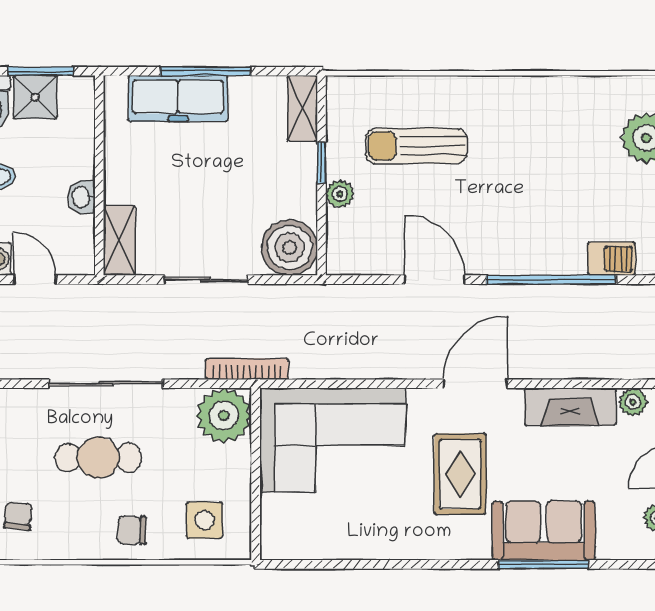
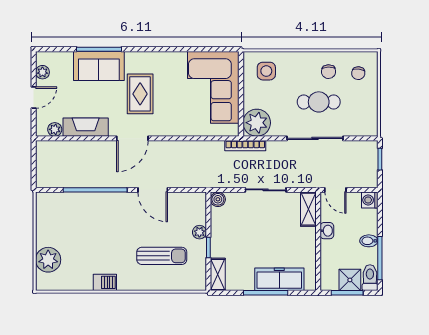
boiler: (290, 248) -> (218, 199), width x0.54, depth x0.54
barbecue: (612, 259) -> (105, 282), moved, turned 180
door: (35, 280) -> (335, 190), moved
corner sofa: (333, 440) -> (213, 87), moved, turned -90
chair: (132, 530) -> (329, 72), moved, turned 89

